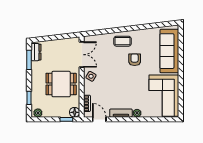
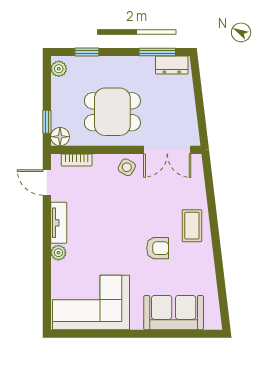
sofa: (169, 51) -> (174, 313), width x0.73
dining table: (61, 84) -> (112, 112), turned 90
door: (99, 119) -> (47, 183), swing flipped

